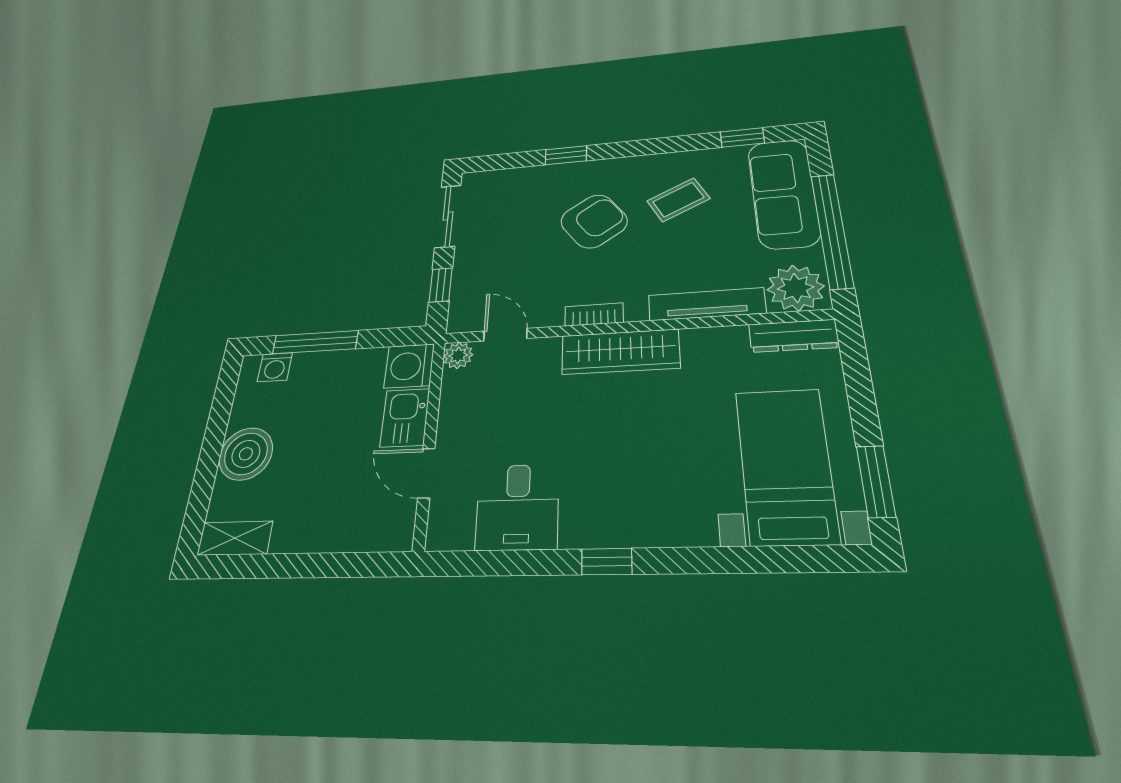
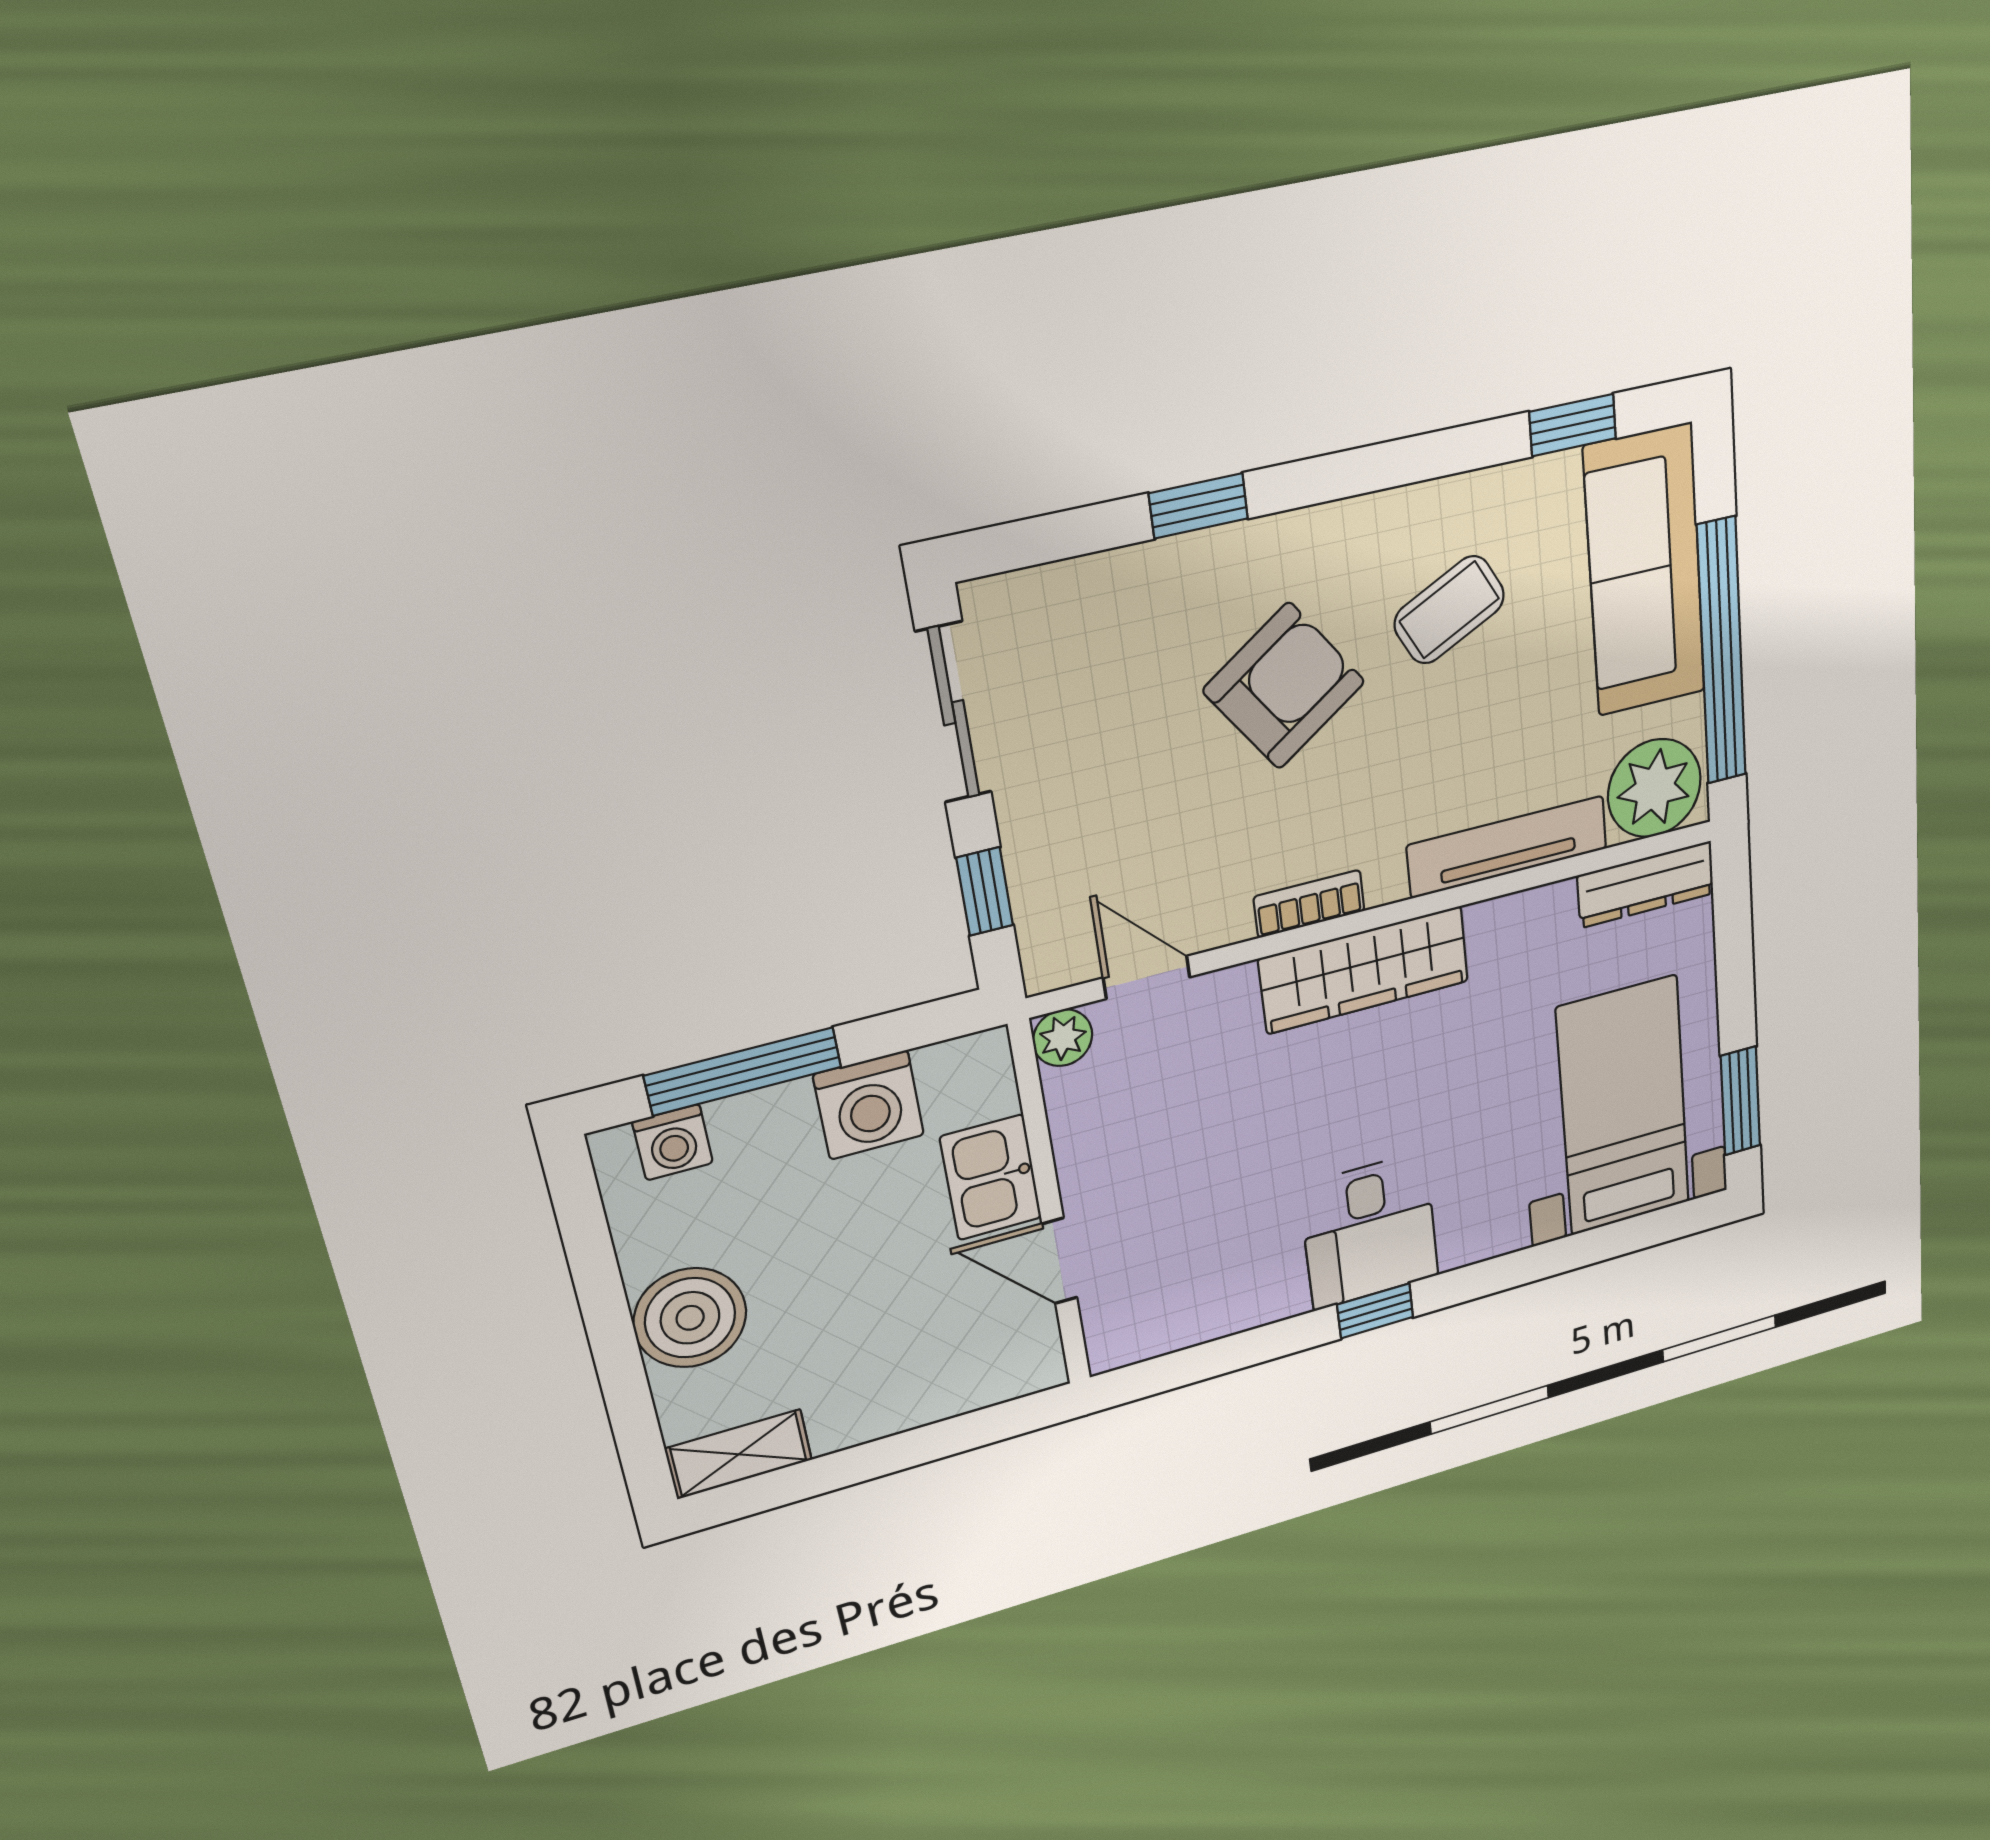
washing machine: (409, 366) -> (869, 1105), moved, turned -90
desk: (517, 507) -> (1369, 1231), moved

